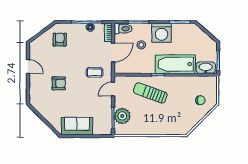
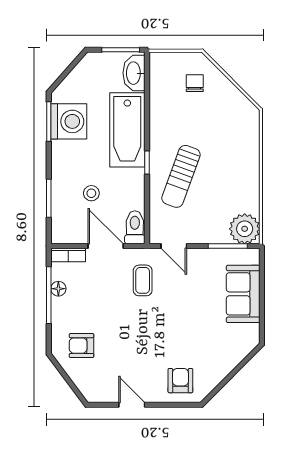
toilet: (123, 29) -> (135, 227), moved
washing machine: (162, 33) -> (69, 121), moved
door: (28, 66) -> (132, 405), hinge flipped
armchair: (59, 83) -> (180, 381), moved
plant: (122, 116) -> (245, 229), moved
sofa: (77, 126) -> (243, 294), moved

